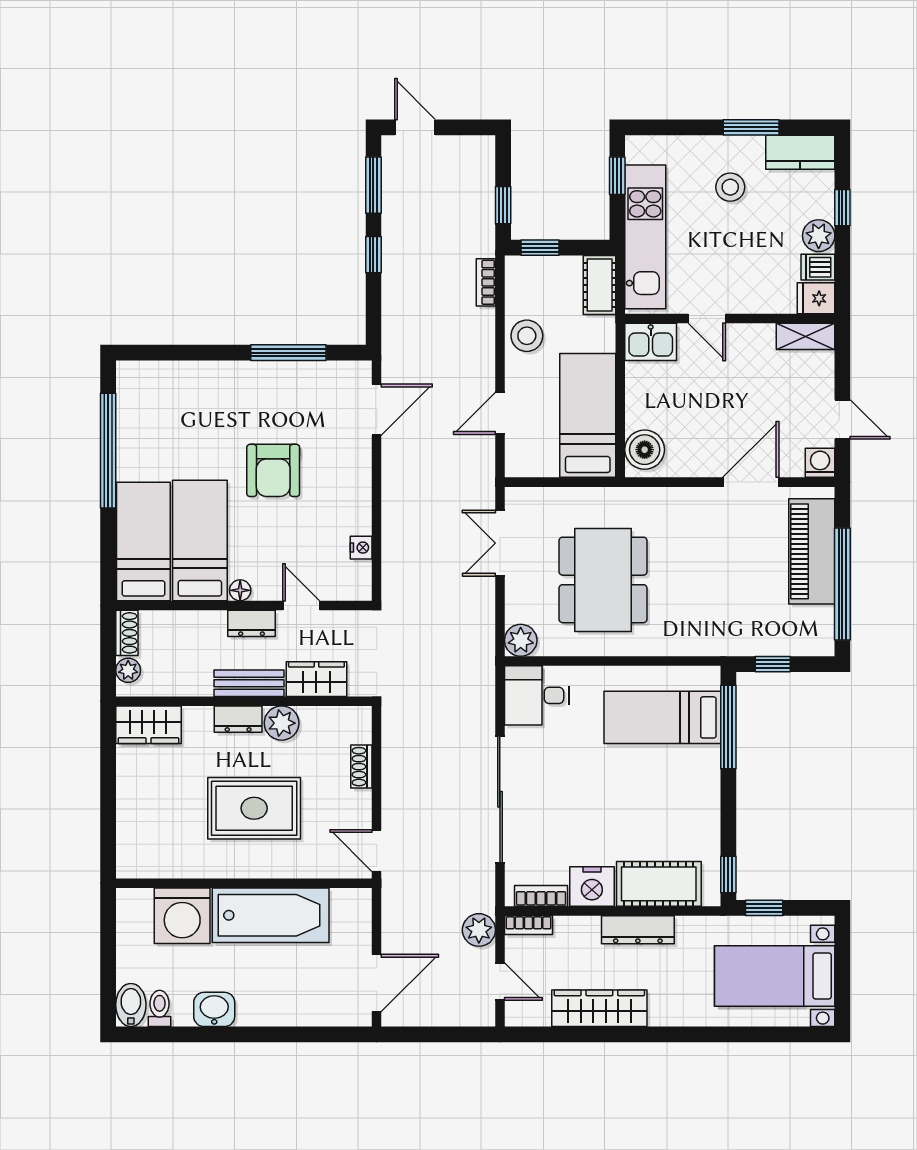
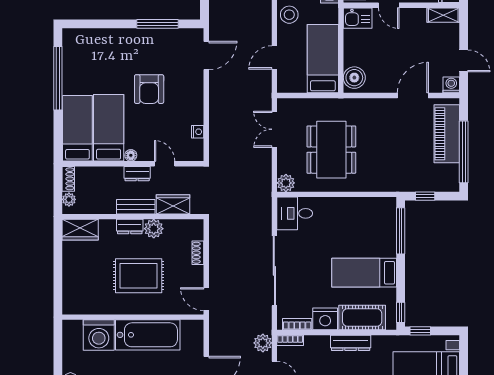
bed: (662, 717) -> (364, 273), moved

